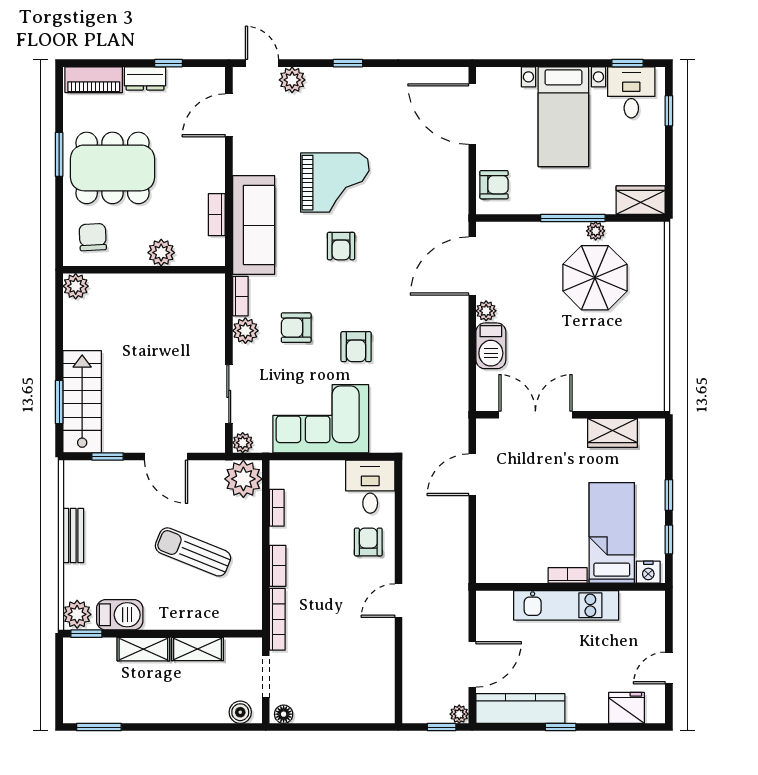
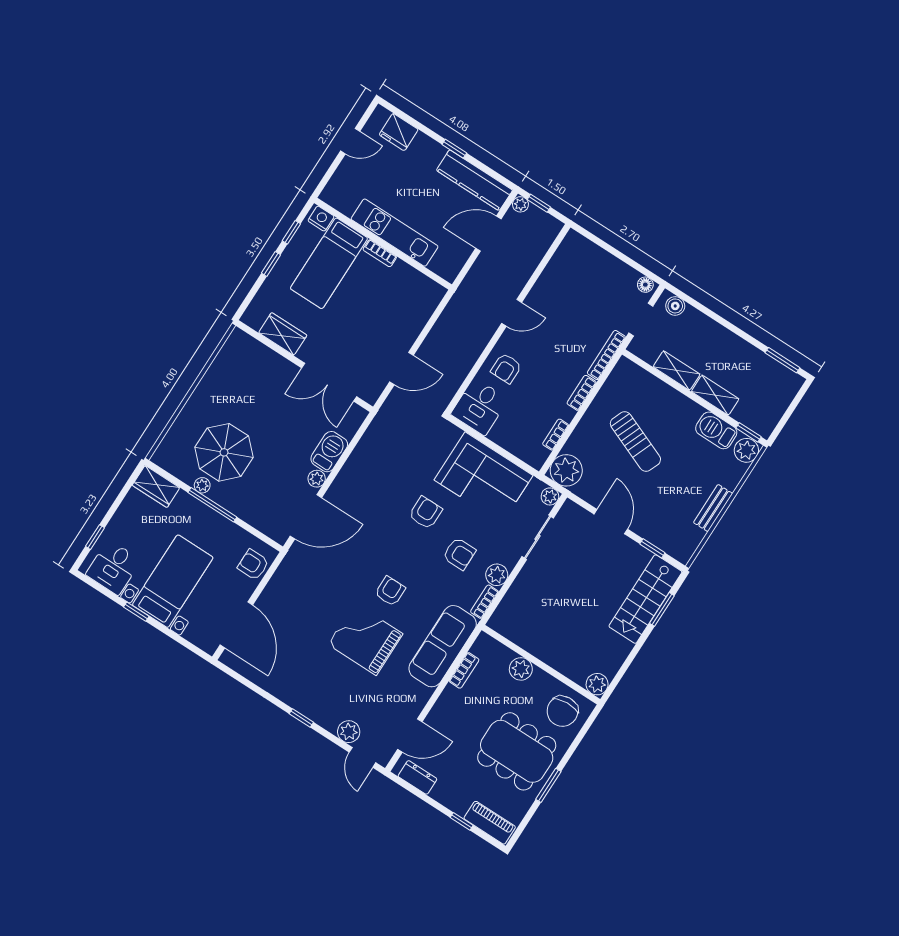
window: (168, 63) -> (462, 821), moved
window: (628, 63) -> (136, 612), moved
dresser: (145, 78) -> (417, 777), moved
chair: (93, 237) -> (562, 711), width x1.37, depth x1.37

